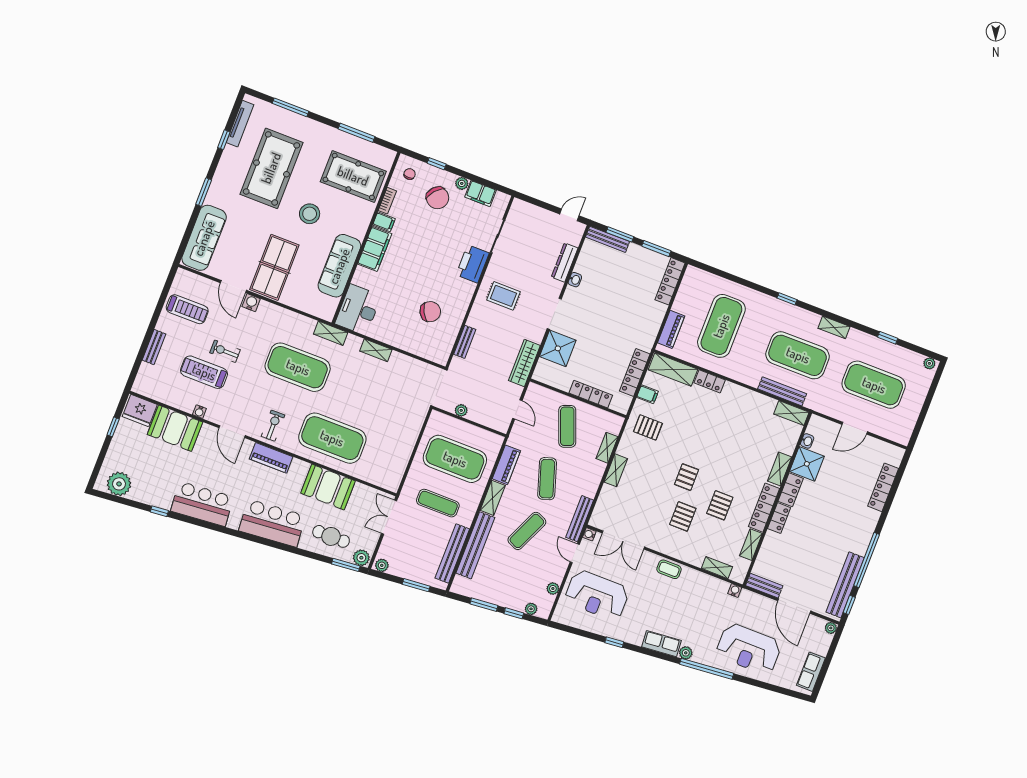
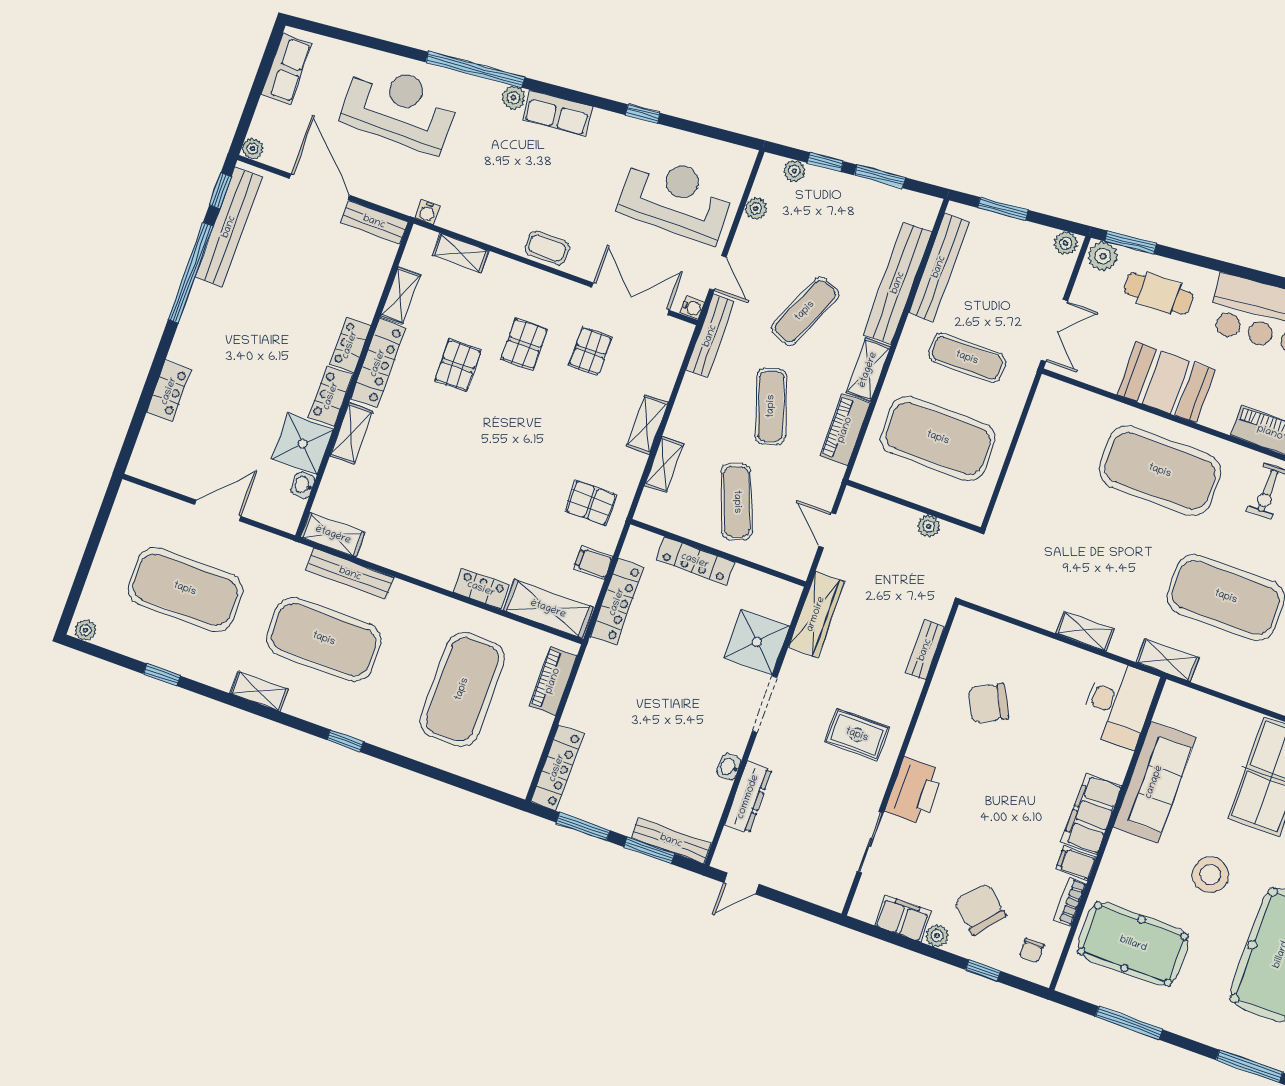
pallet: (687, 477) -> (590, 351), moved
locker: (883, 487) -> (169, 391), width x0.66

